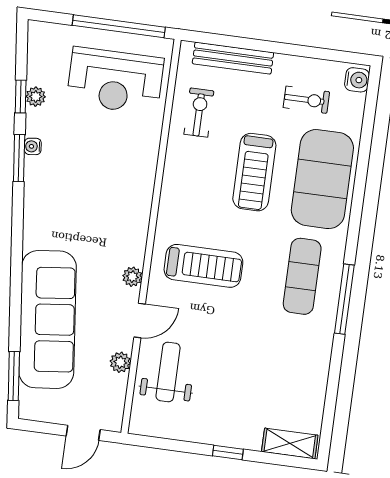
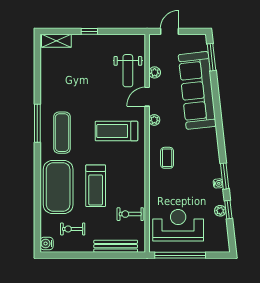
exercise bike: (199, 113) -> (130, 214), turned 90
treadmill: (254, 172) -> (96, 186), turned 180
coffee table: (119, 205) -> (167, 158), added

